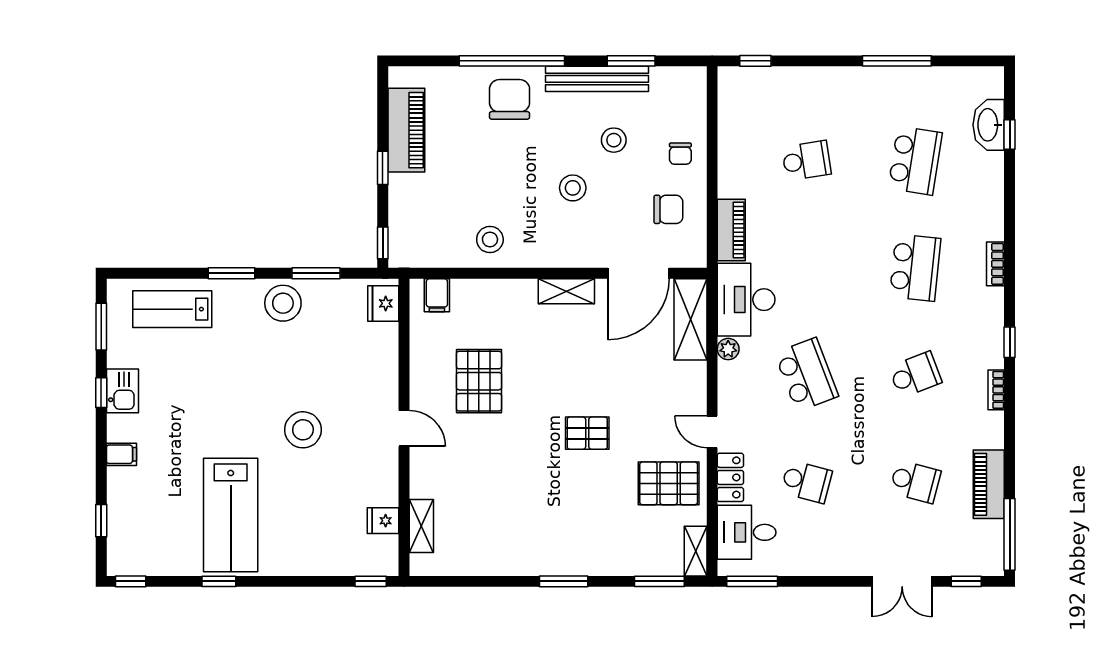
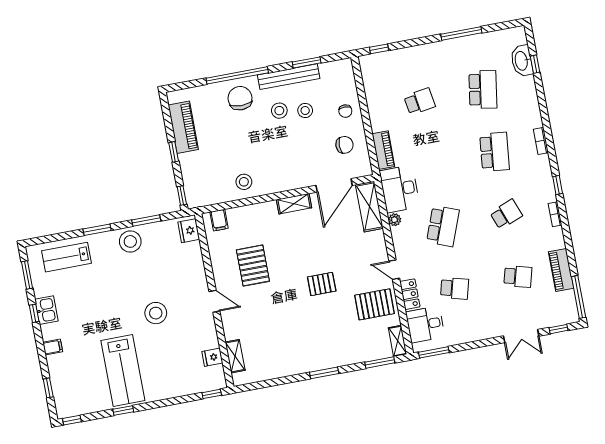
stool: (573, 188) -> (279, 111), moved
school desk: (806, 375) -> (443, 226), turned 42

